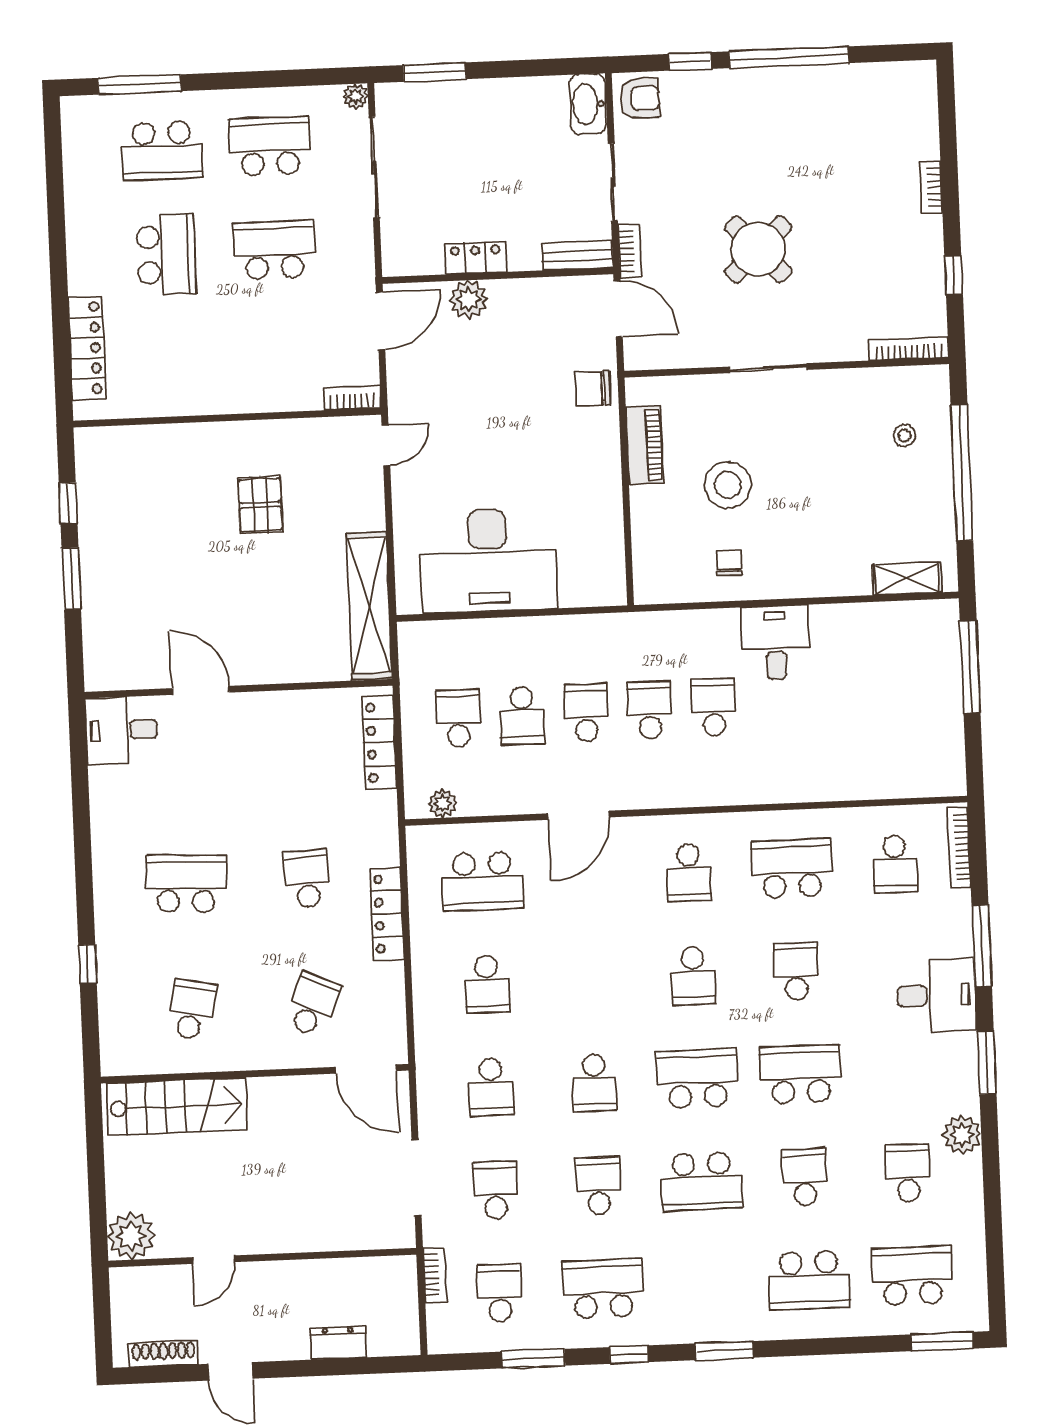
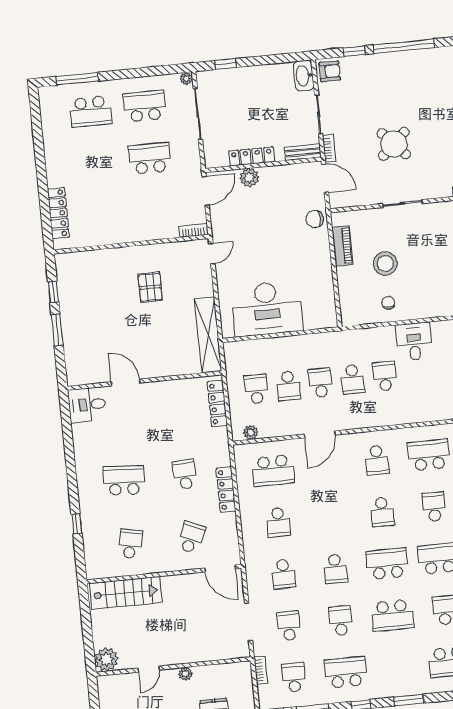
window: (435, 72) -> (226, 64), width x0.67
school desk: (166, 254) -> (96, 164), removed
locker: (475, 258) -> (252, 156), width x1.53
school desk: (650, 710) -> (353, 379), turned 180
plant: (286, 1273) -> (185, 674), added

